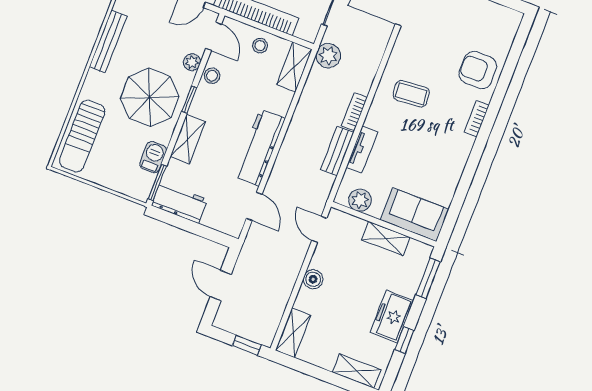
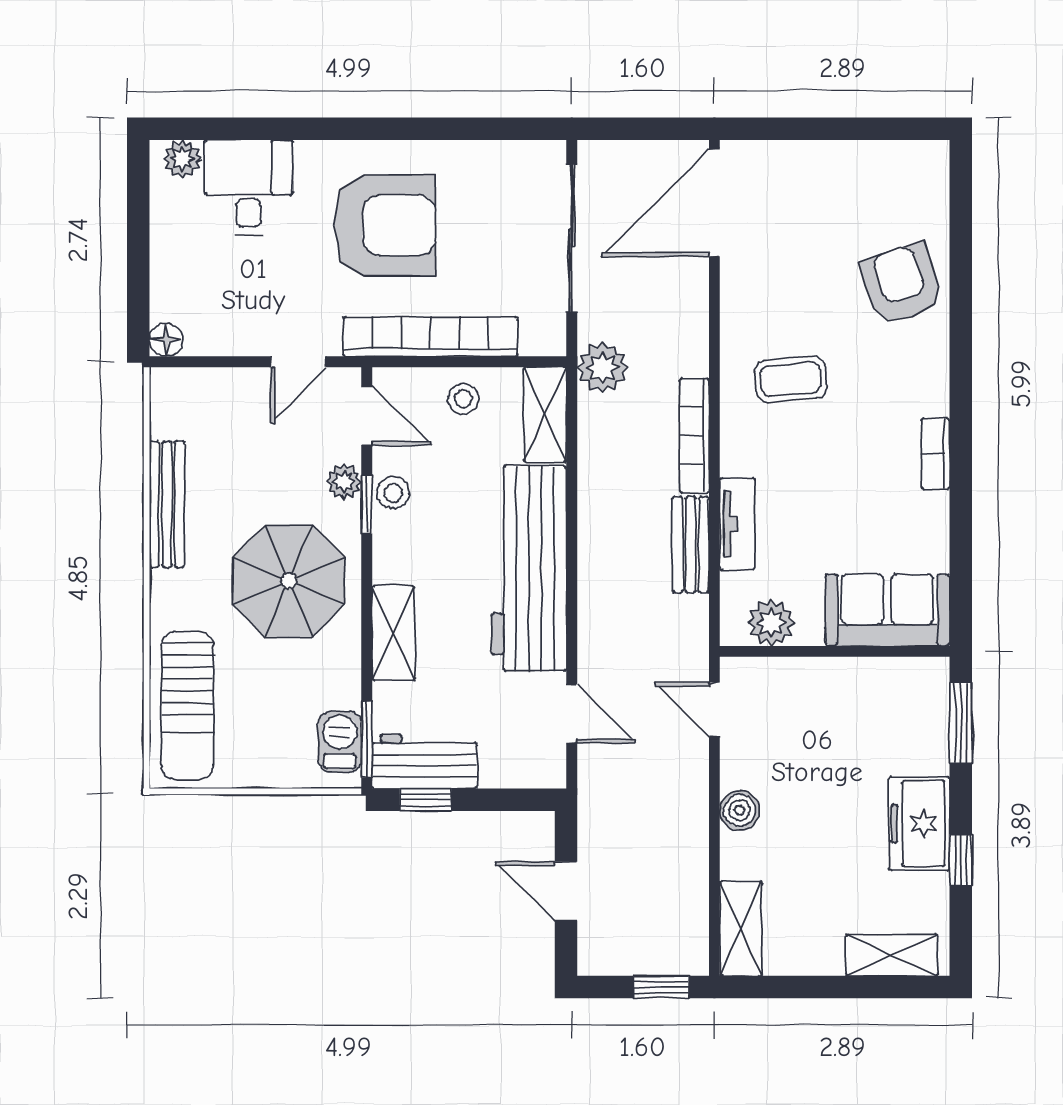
armchair: (478, 70) -> (902, 284), turned 72
window: (189, 100) -> (367, 505), moved
bookcase: (354, 112) -> (694, 436), width x1.56
bookcase: (477, 119) -> (936, 454), moved
workbench: (260, 147) -> (529, 568), width x1.36, depth x1.32
barbecue: (153, 157) -> (340, 742), moved
window: (173, 220) -> (426, 800), added
shelving: (386, 238) -> (850, 677), removed

